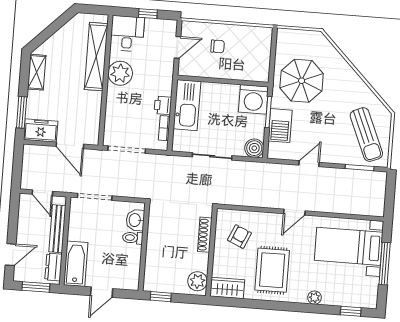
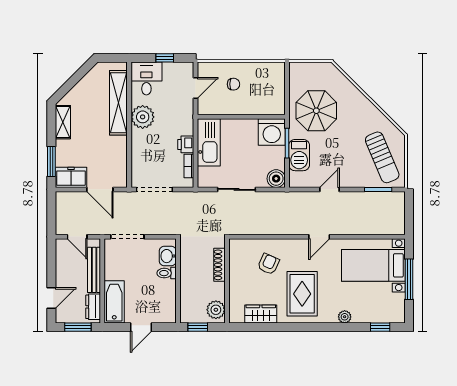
shoe rack: (205, 235) -> (219, 265), moved
wall: (211, 252) -> (227, 281), moved
plant: (197, 281) -> (216, 310), moved

